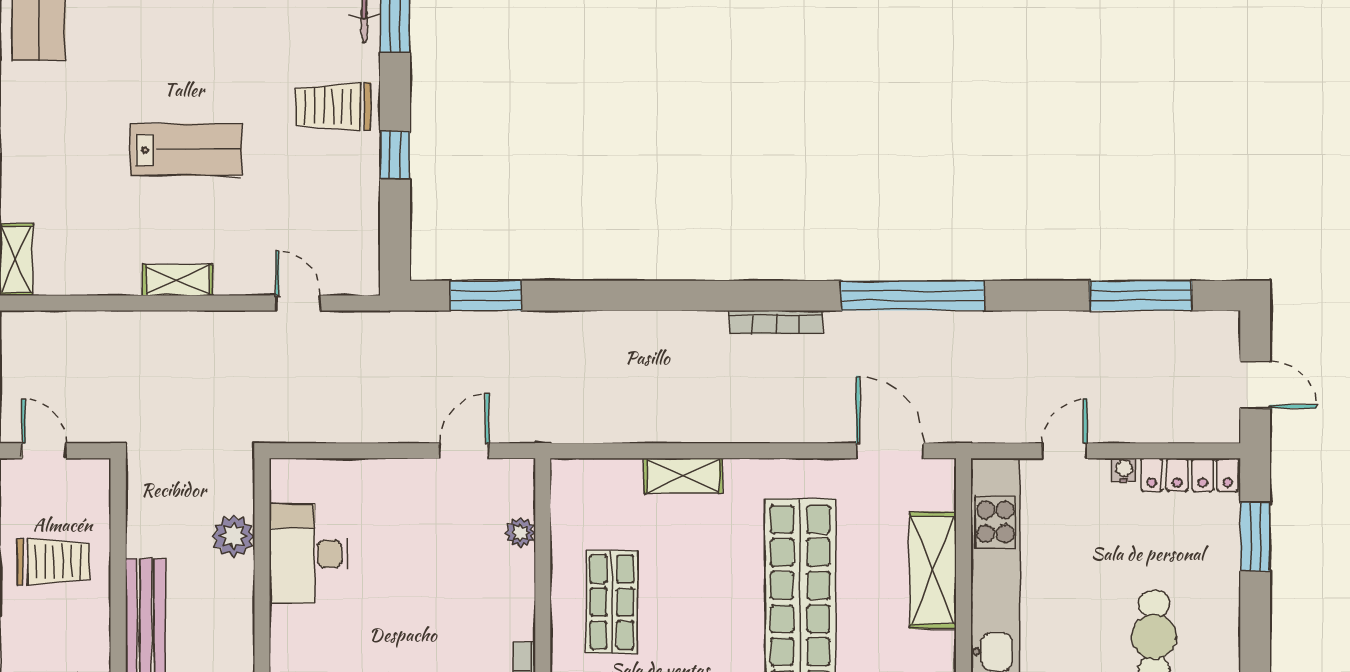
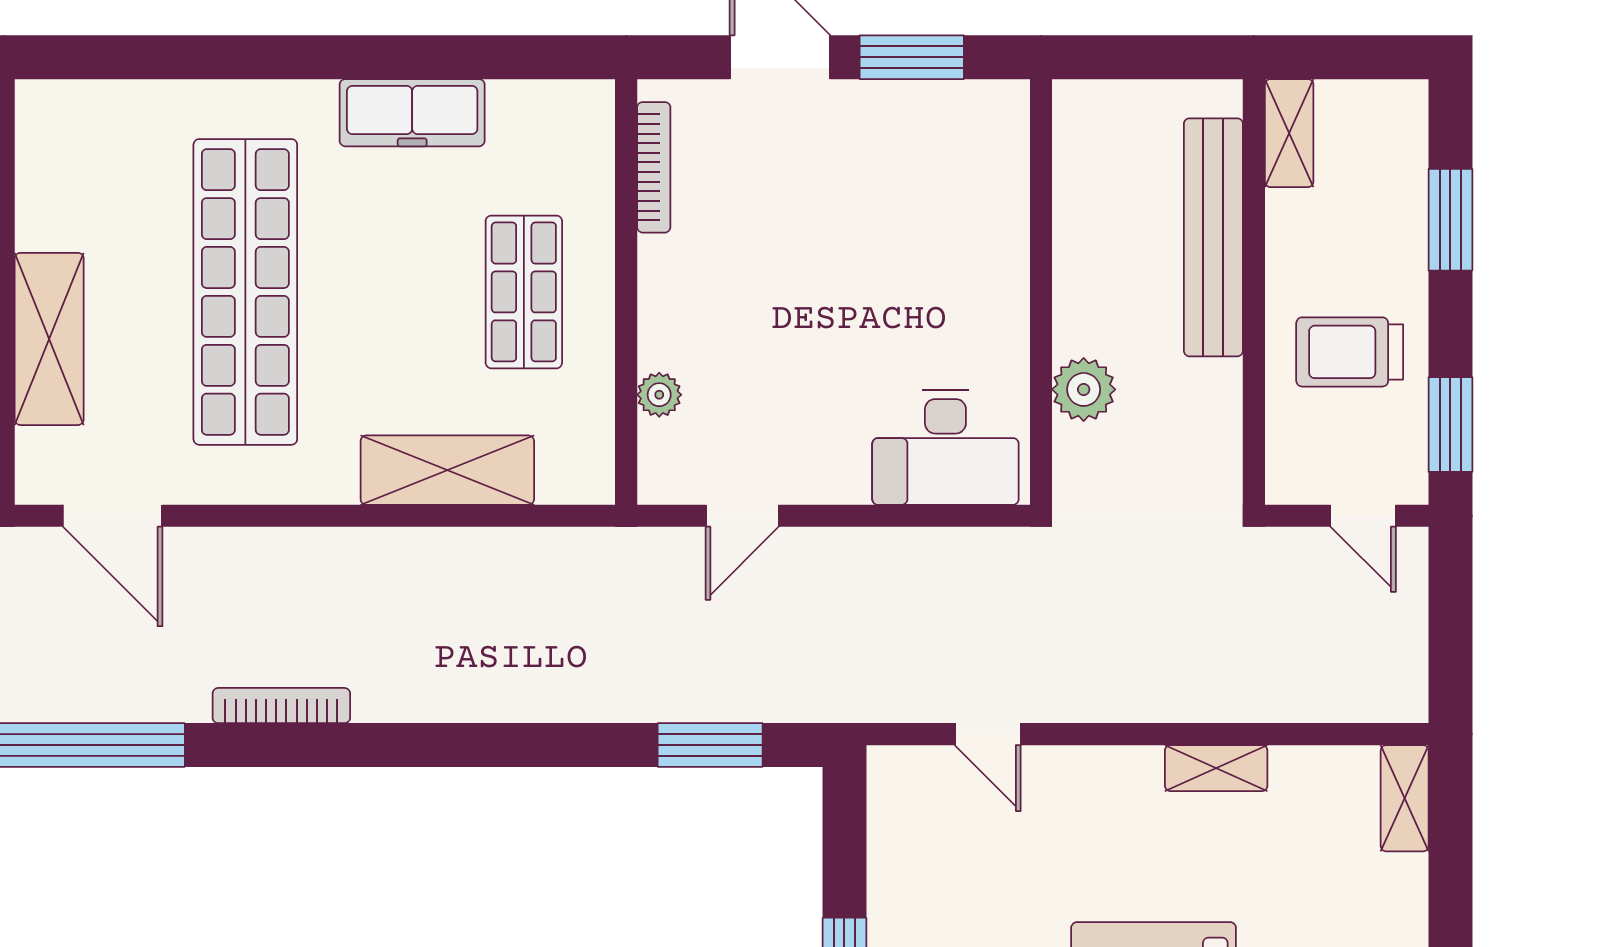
shelving: (178, 280) -> (1216, 768), moved
shelving: (683, 476) -> (447, 470), width x1.50, depth x1.33
desk: (308, 554) -> (945, 447), moved, turned 90

